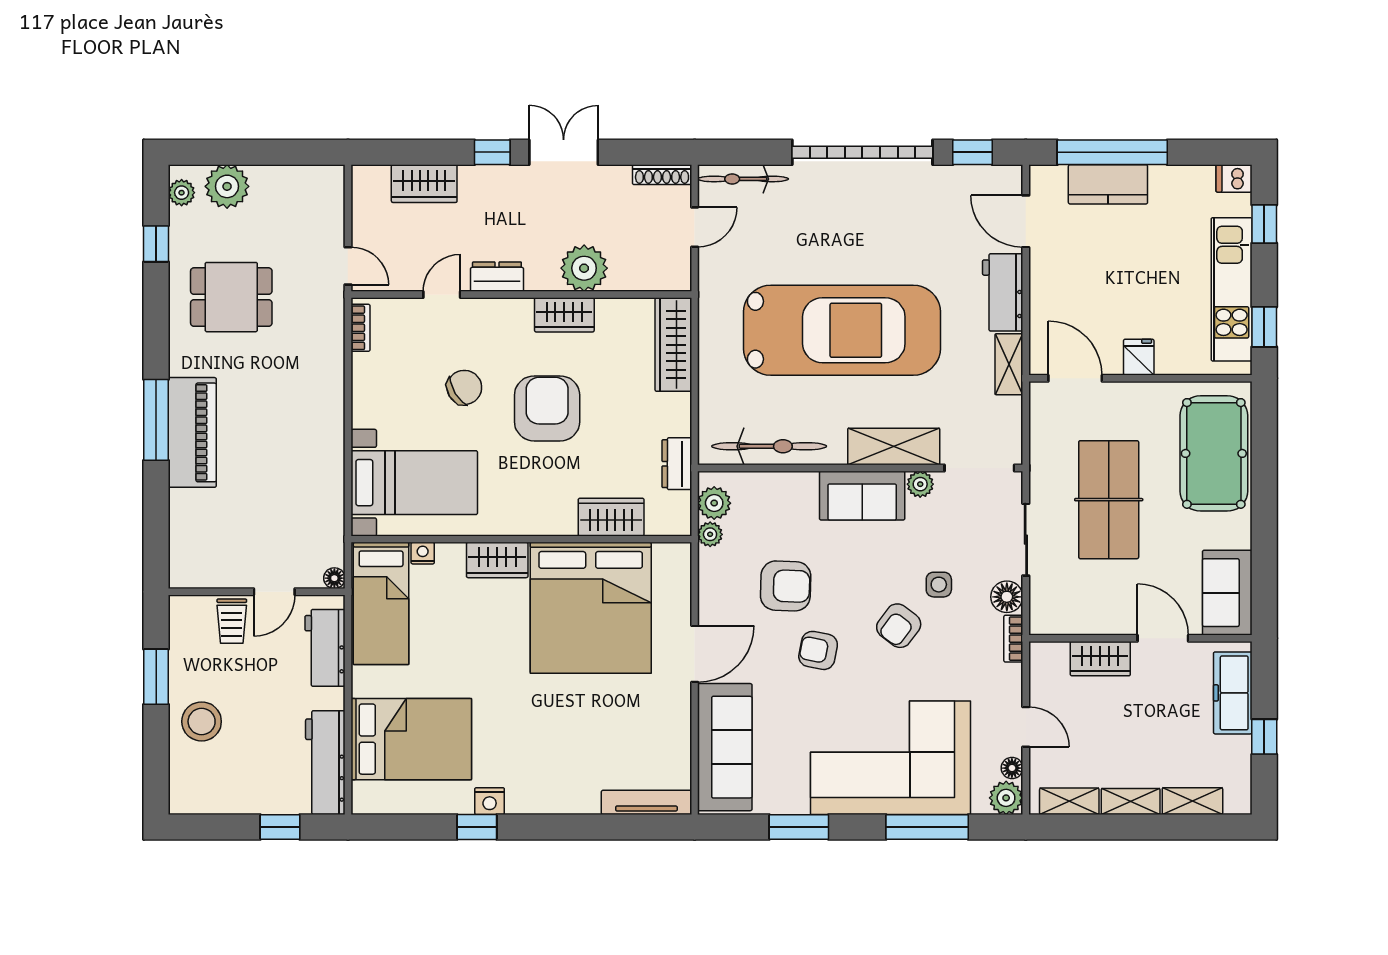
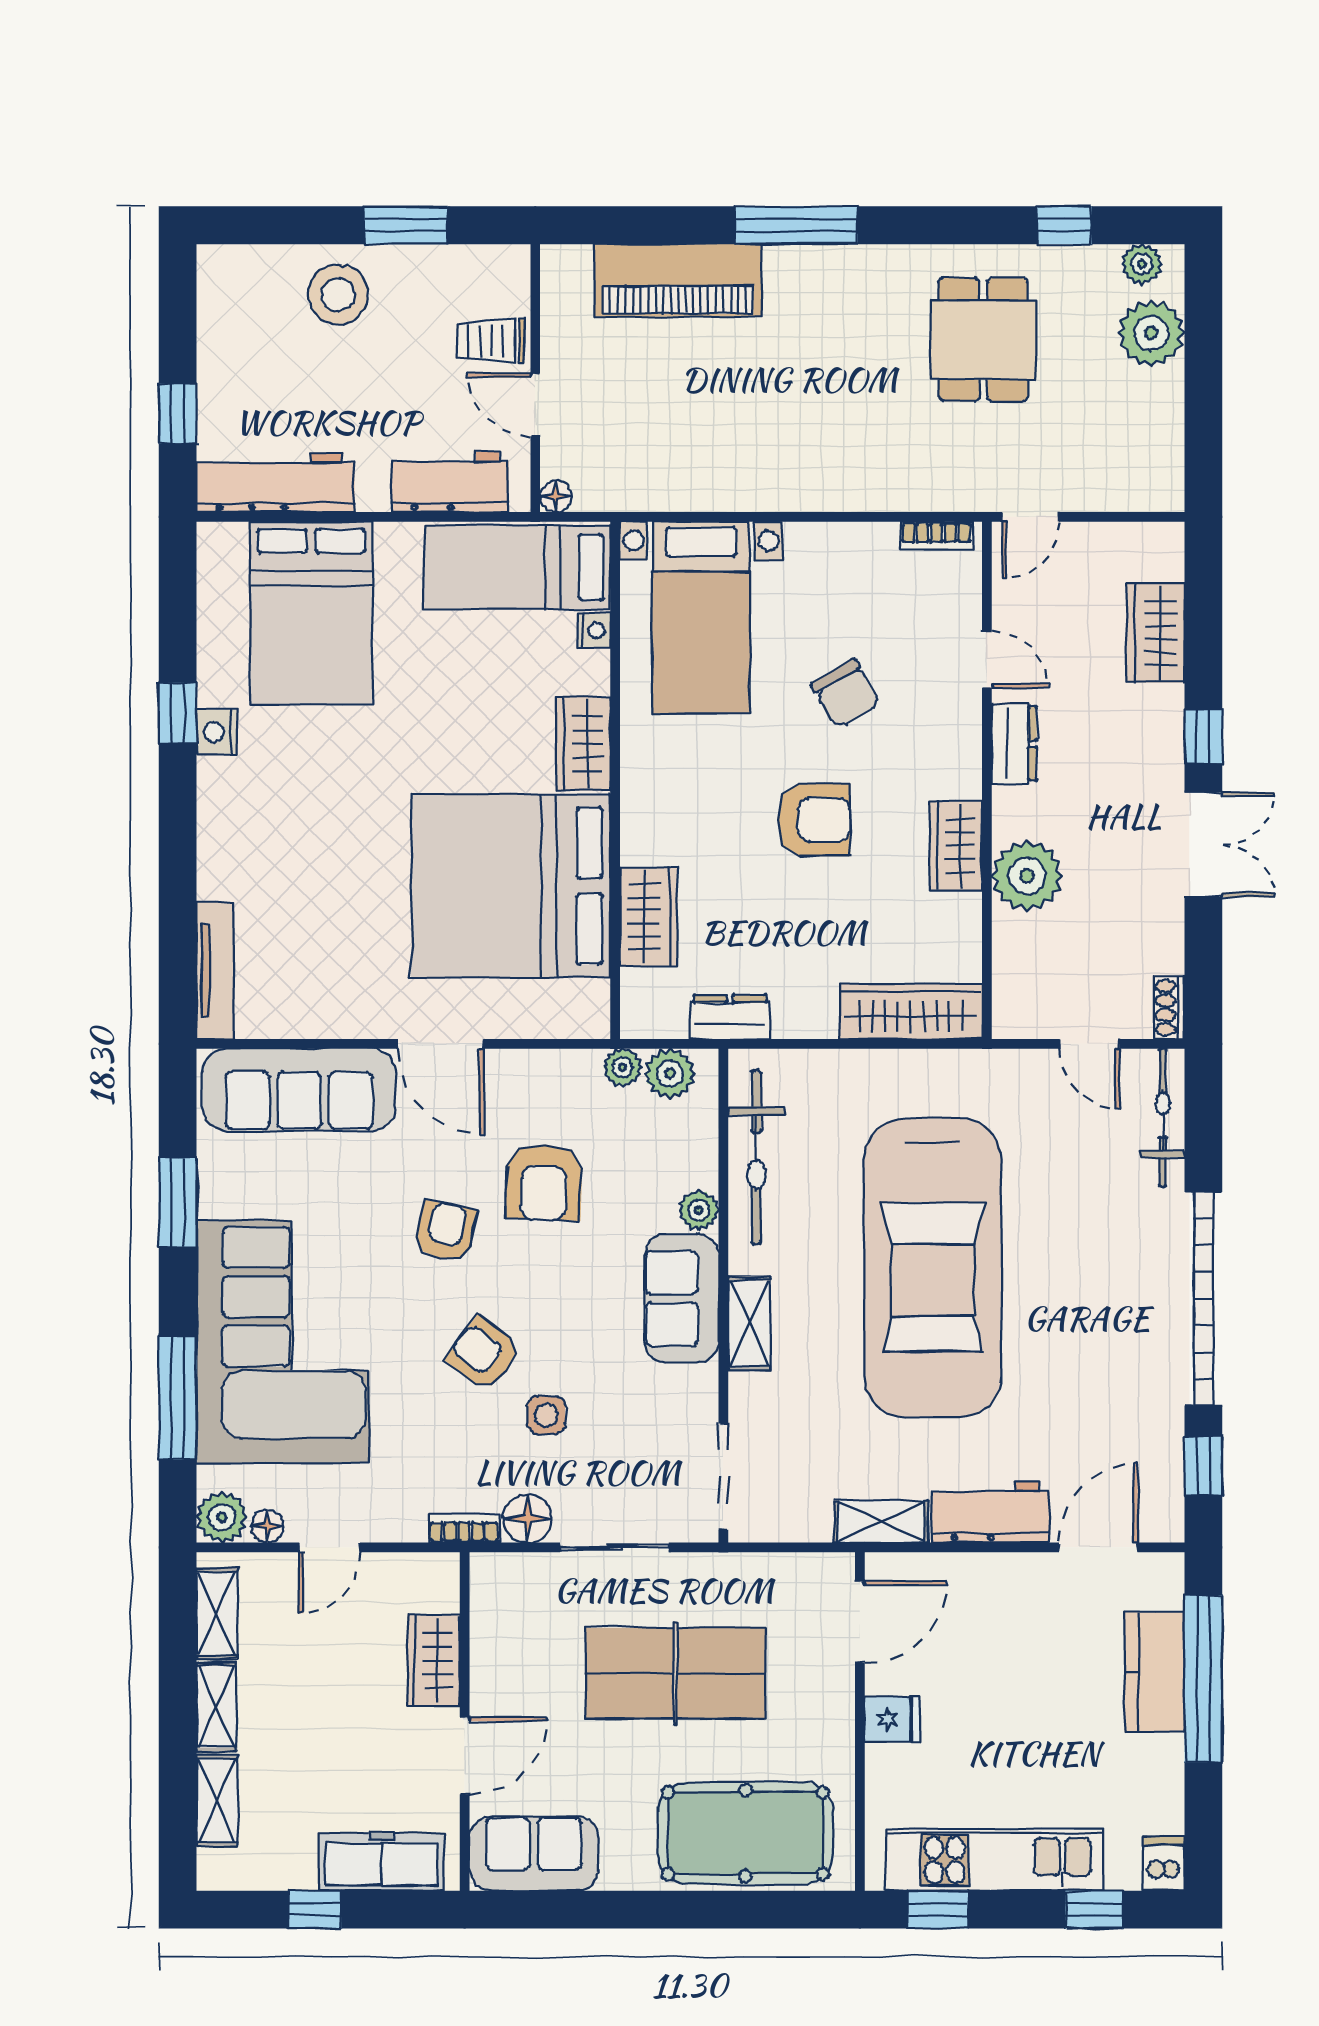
shoe rack: (662, 175) -> (1169, 1008), width x0.70
armchair: (547, 408) -> (814, 820), width x0.73, depth x0.73
piano: (192, 432) -> (678, 280), moved
shelving: (894, 446) -> (749, 1323), width x0.67, depth x0.75
plant: (920, 484) -> (699, 1210), moved

